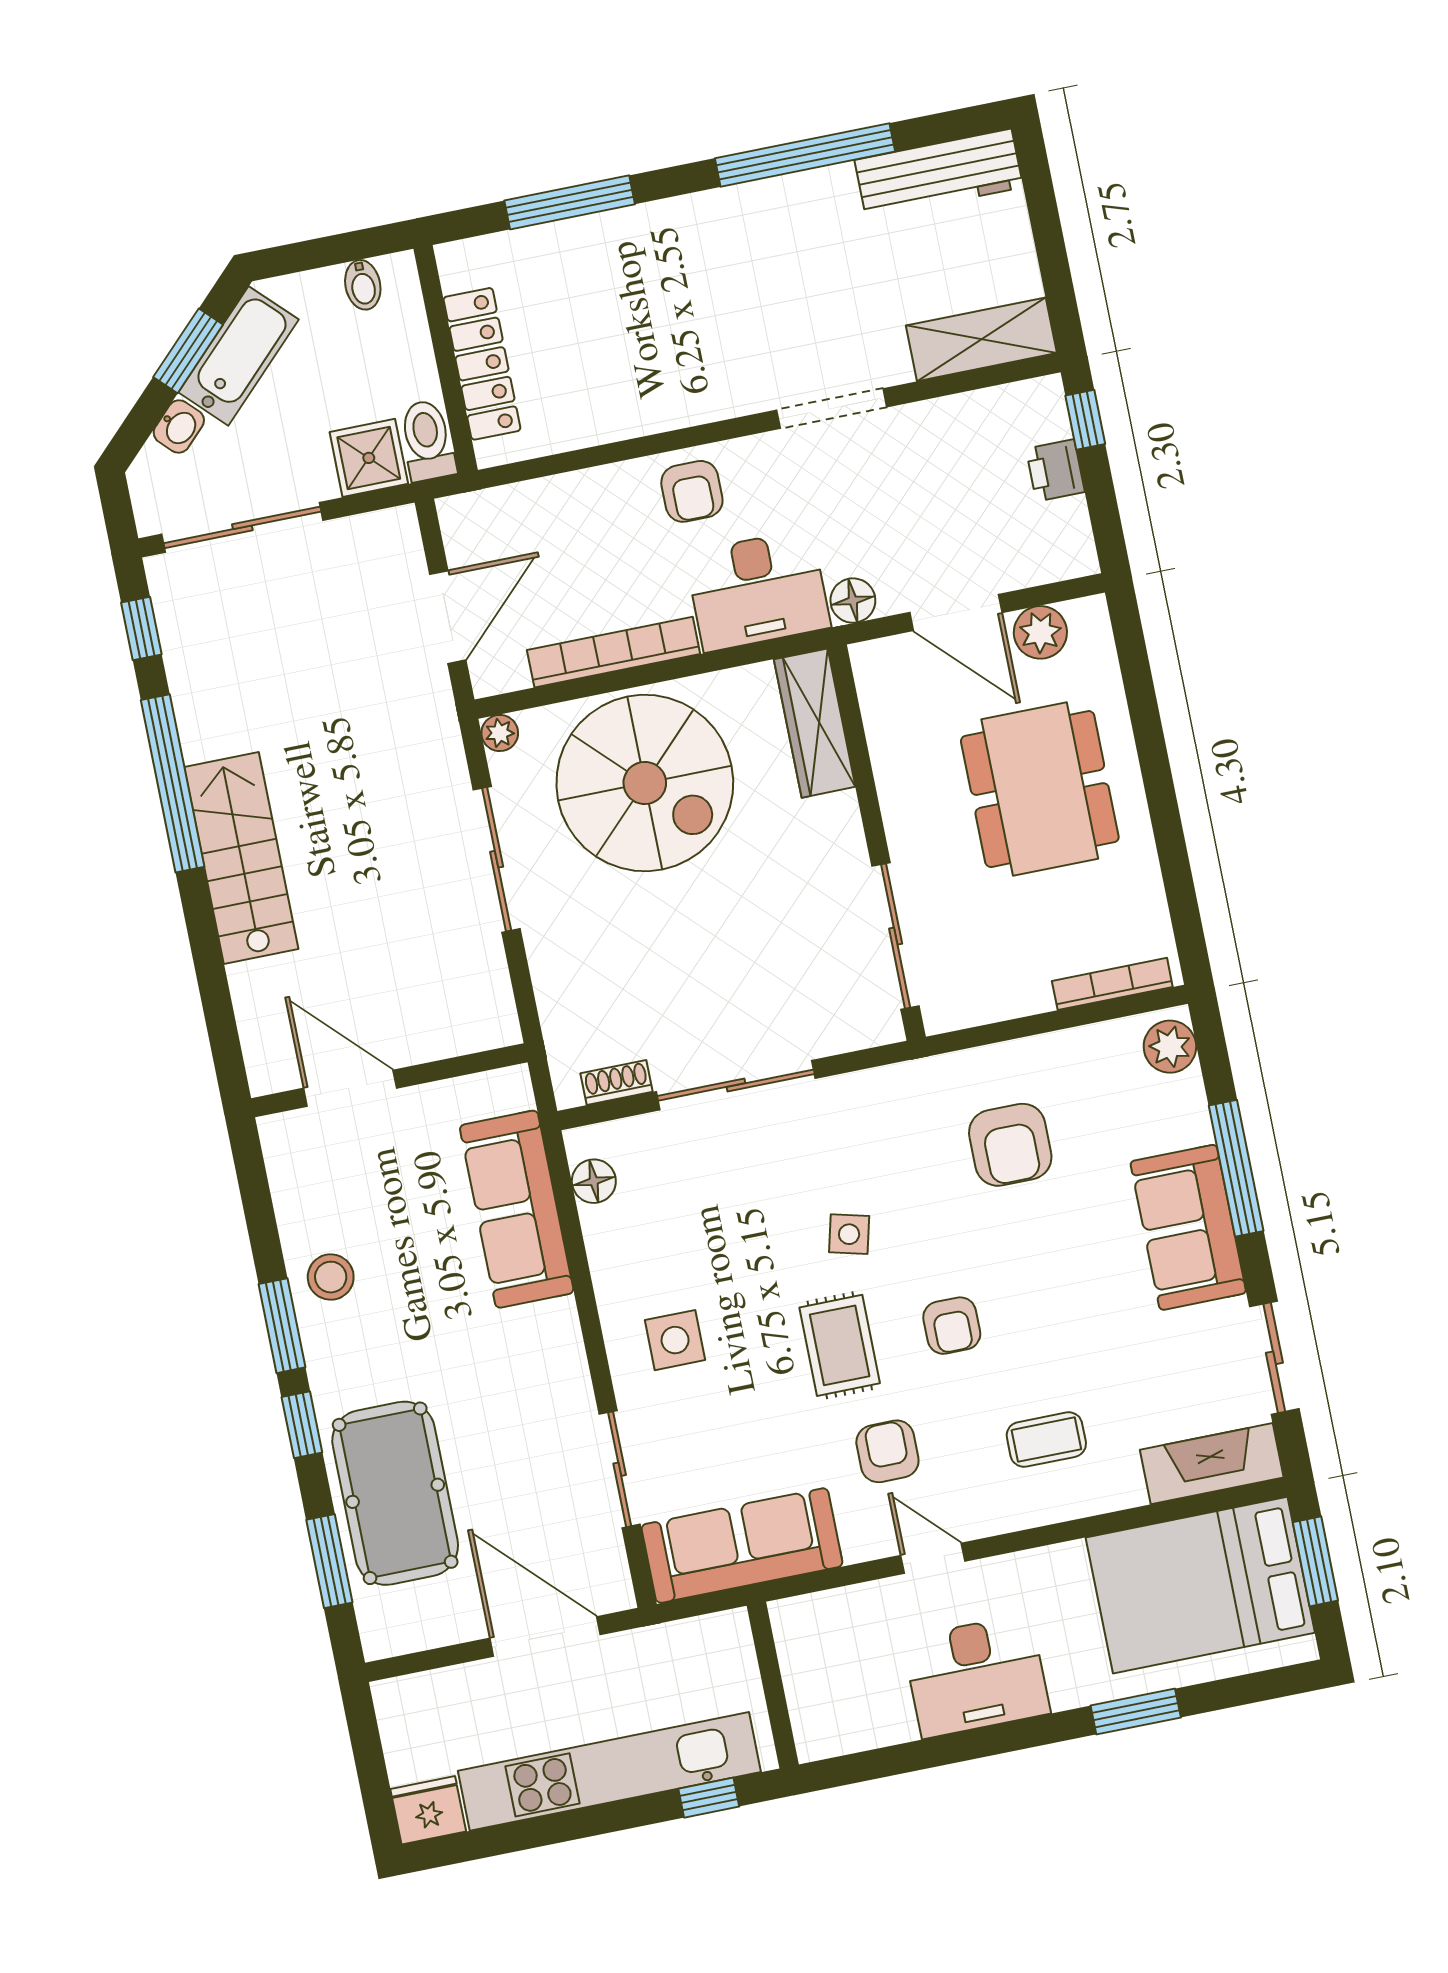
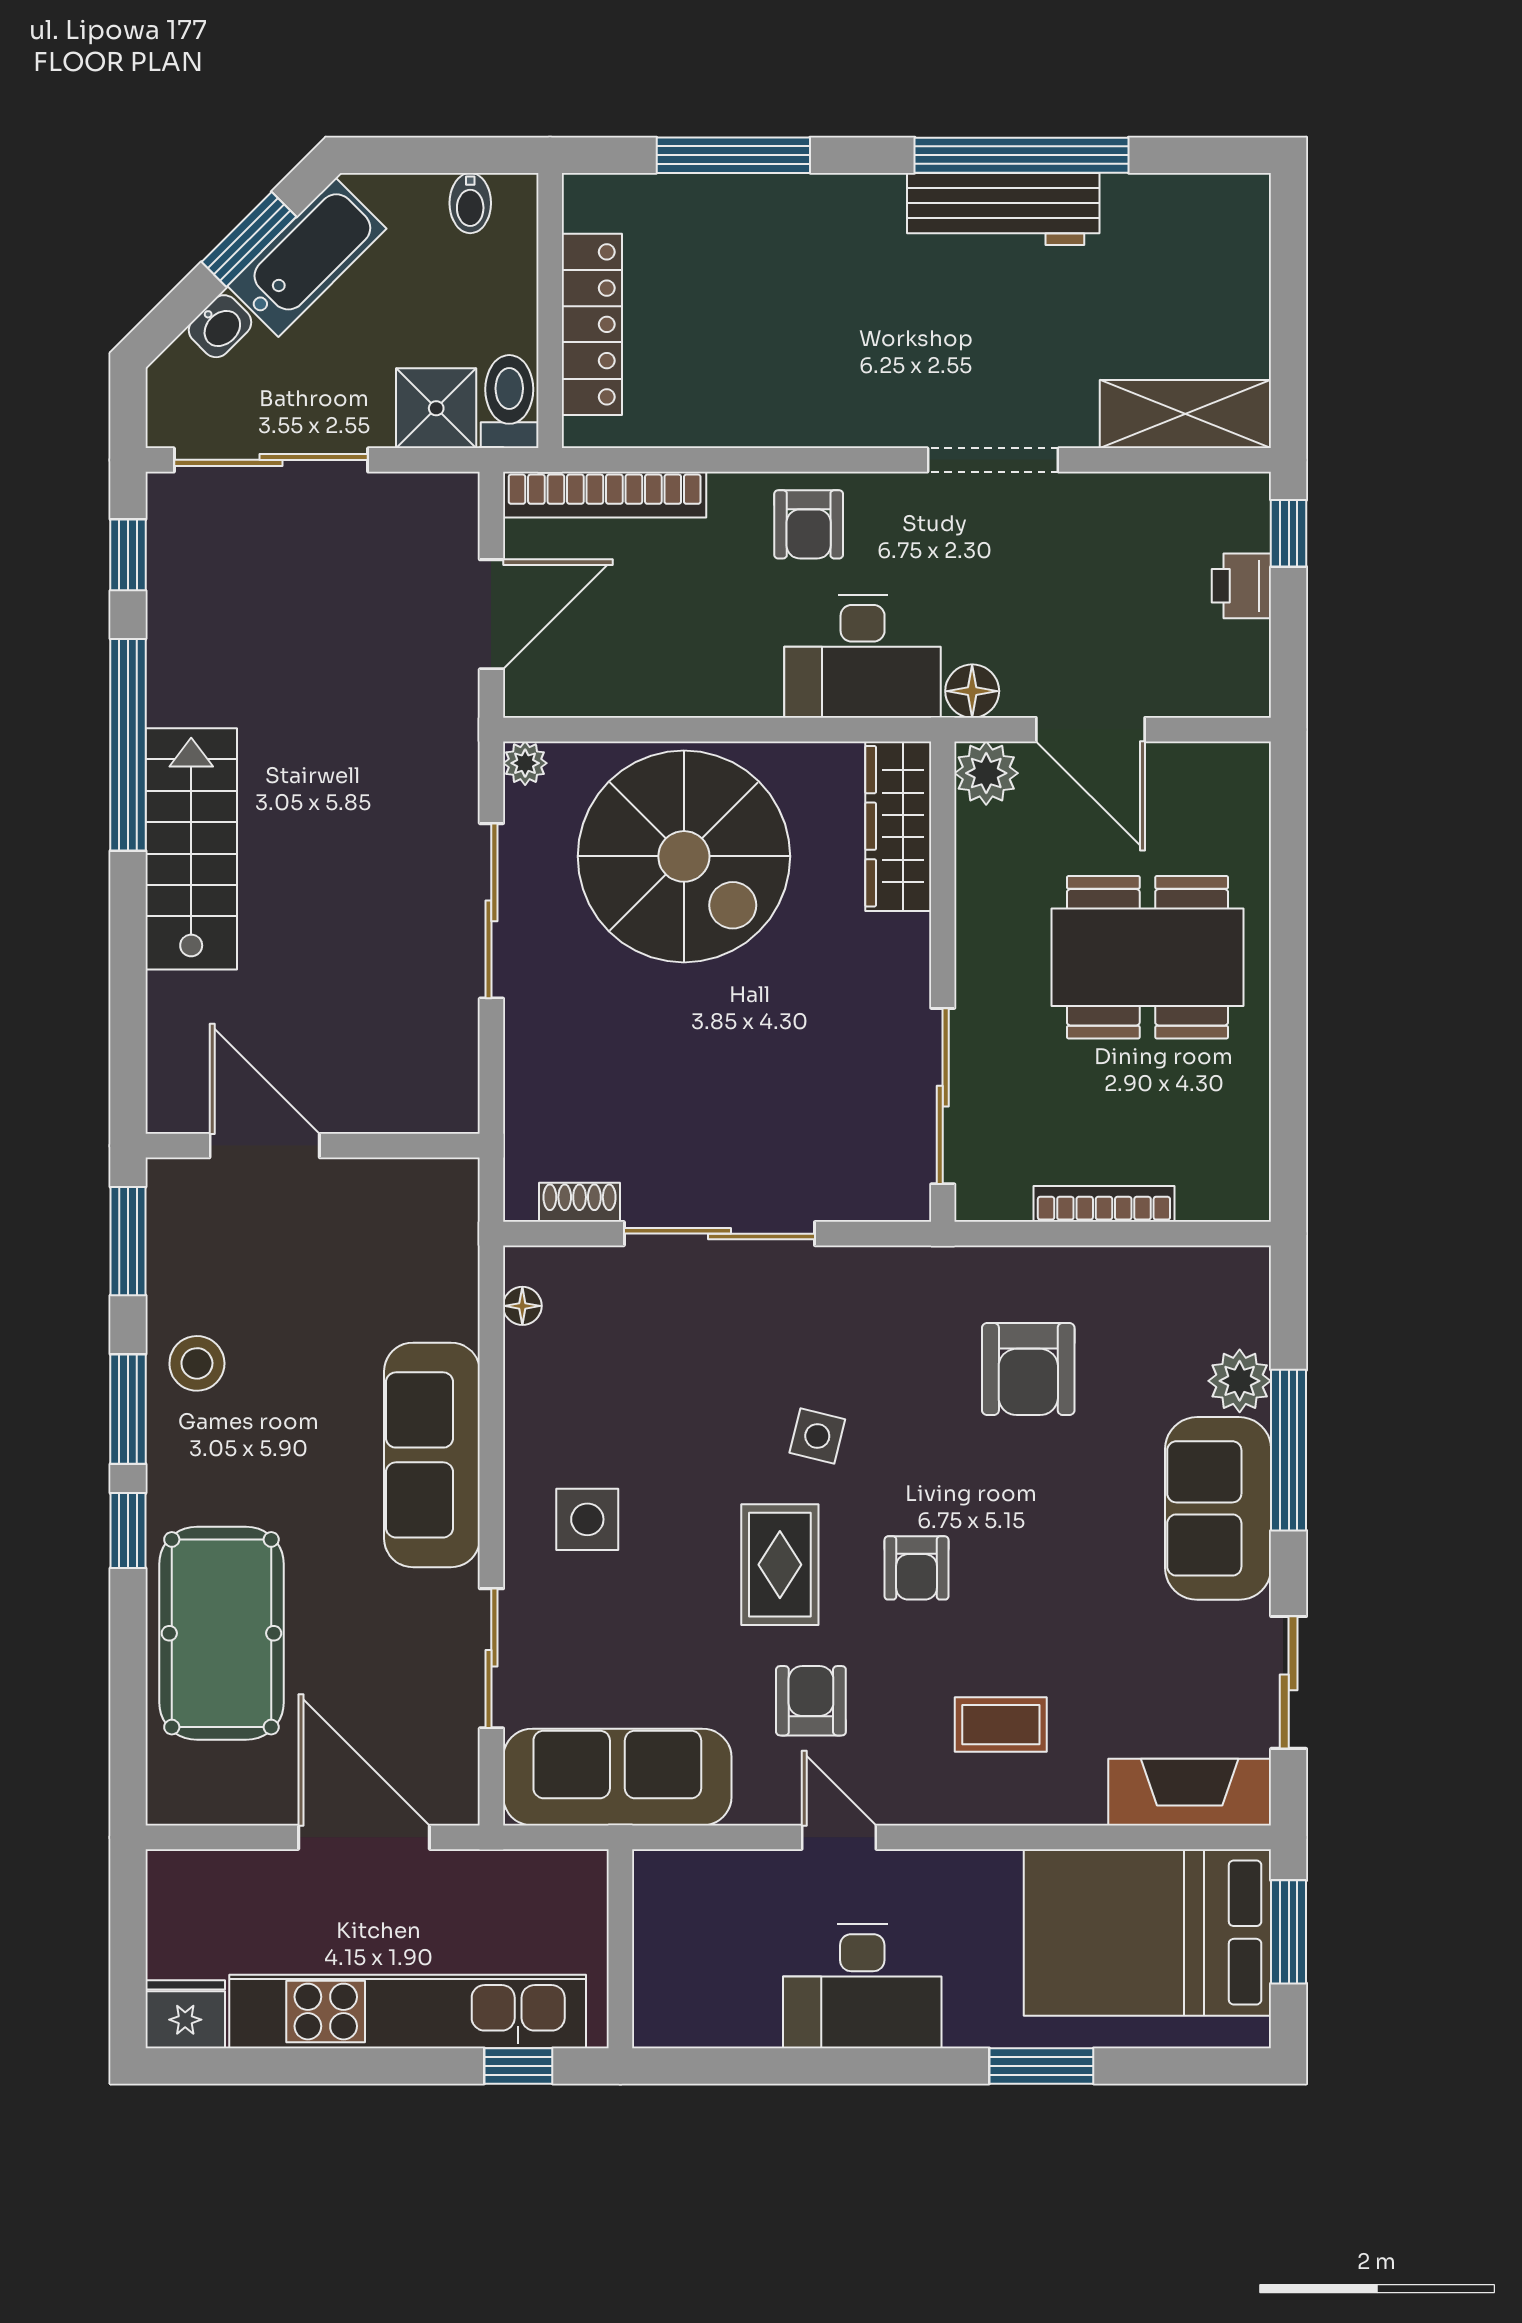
workbench: (939, 174) -> (1003, 209), moved
plant: (1040, 632) -> (986, 773), moved
bookcase: (614, 652) -> (605, 495), moved, turned 180
dining table: (1040, 789) -> (1147, 957), turned 90
bookcase: (1112, 984) -> (1104, 1204), moved
plant: (1170, 1047) -> (1240, 1381), moved
floor lamp: (594, 1181) -> (522, 1306), width x0.73, depth x0.73
sofa: (517, 1209) -> (432, 1455), moved
window: (329, 1561) -> (128, 1241), moved

